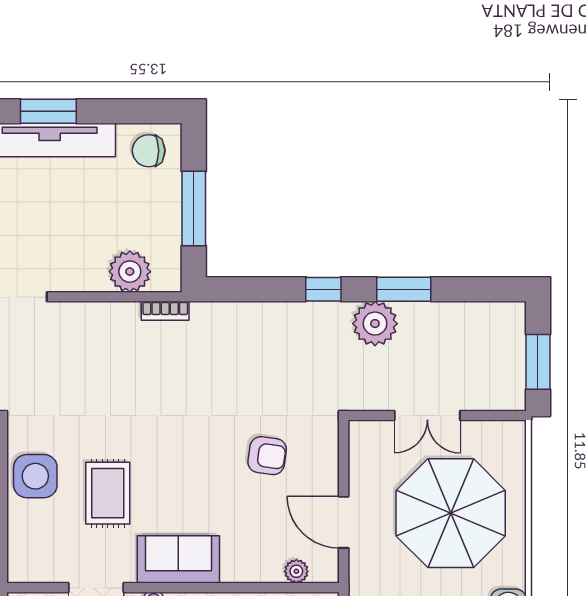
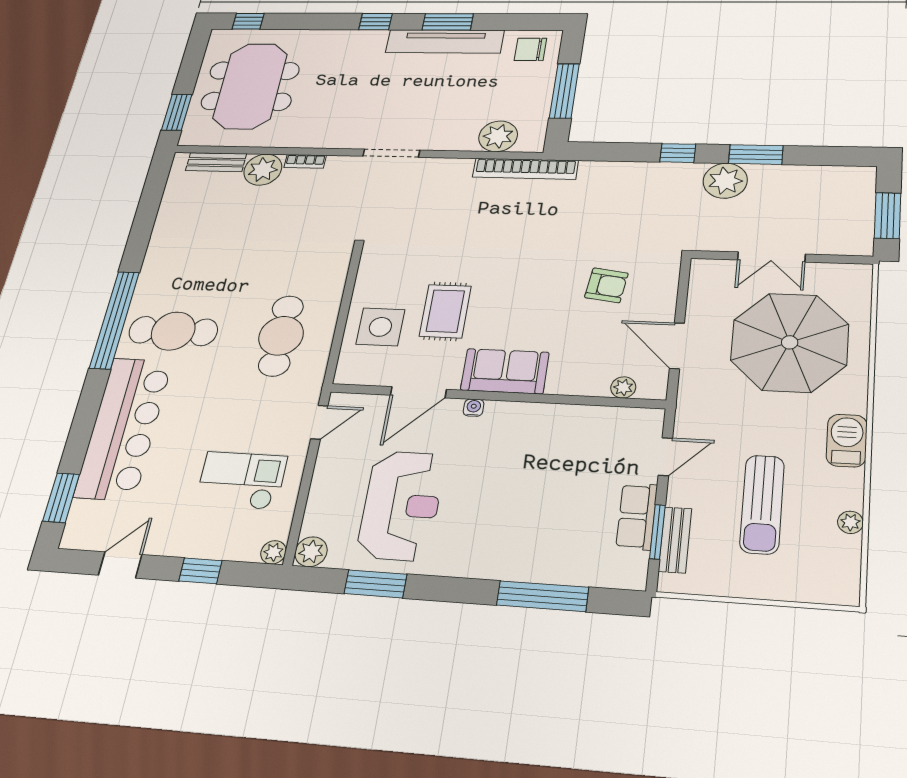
bookcase: (165, 311) -> (525, 169), width x2.31, depth x1.31
side table: (35, 476) -> (380, 327), moved

